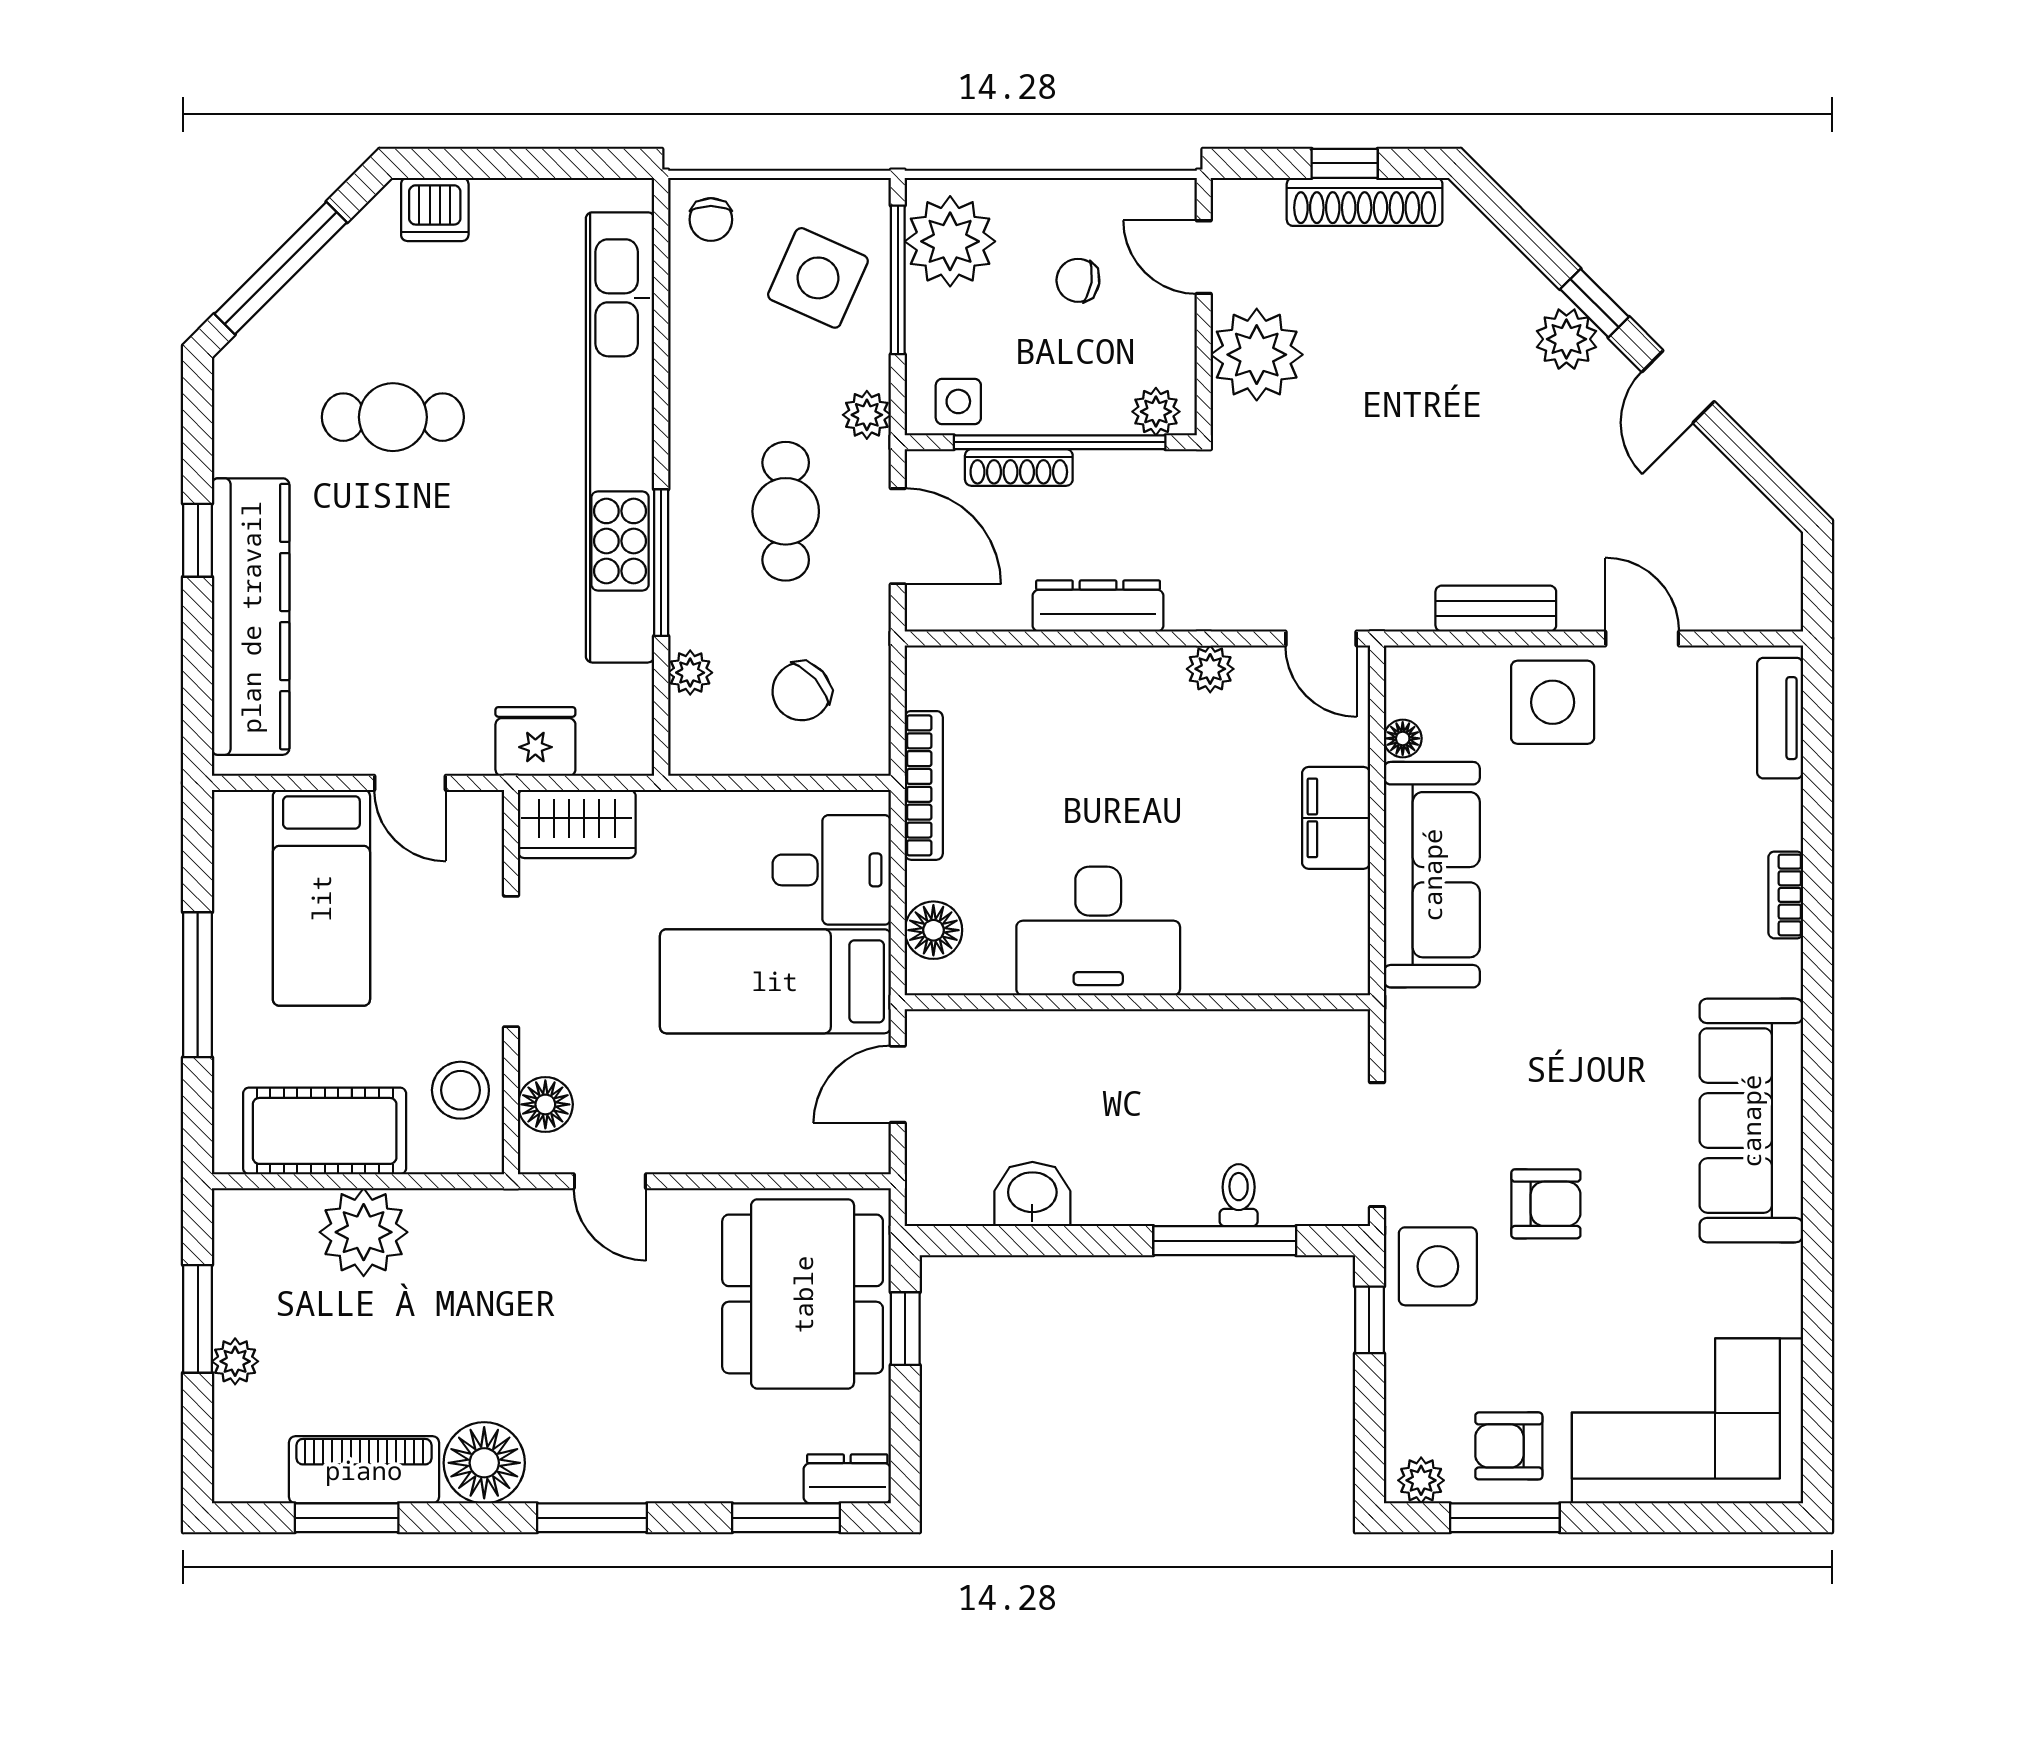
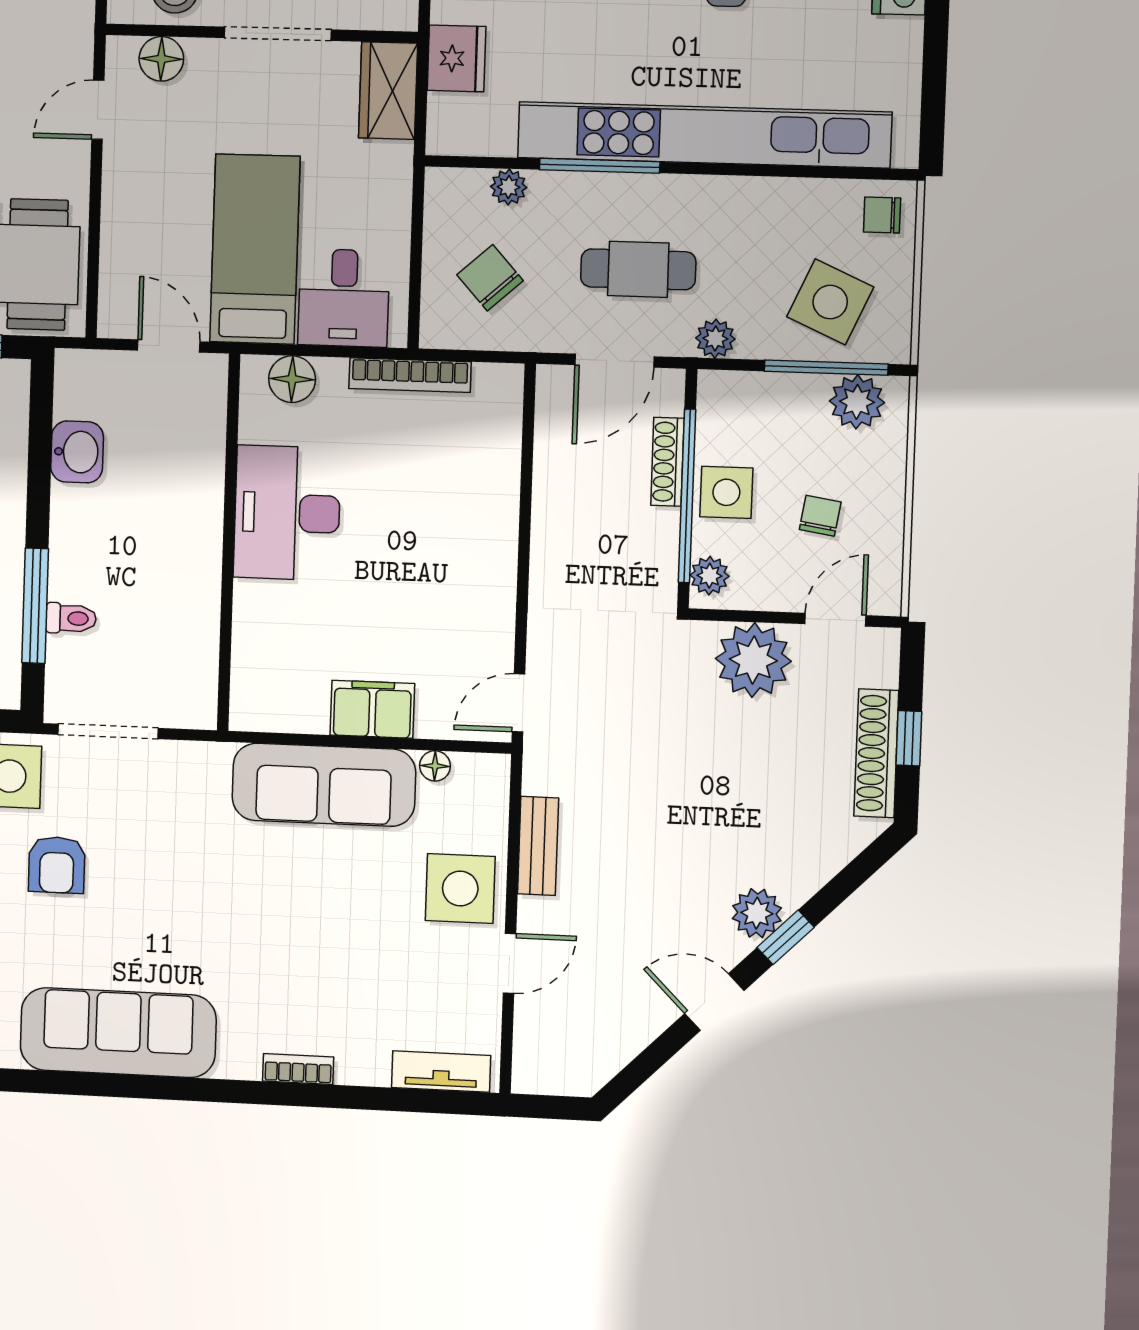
plant: (950, 241) -> (857, 402), width x0.73, depth x0.73
side table: (958, 401) -> (726, 492), moved, width x1.37, depth x1.37
dresser: (1098, 606) -> (551, 522), removed
plant: (1210, 669) -> (497, 612), removed

